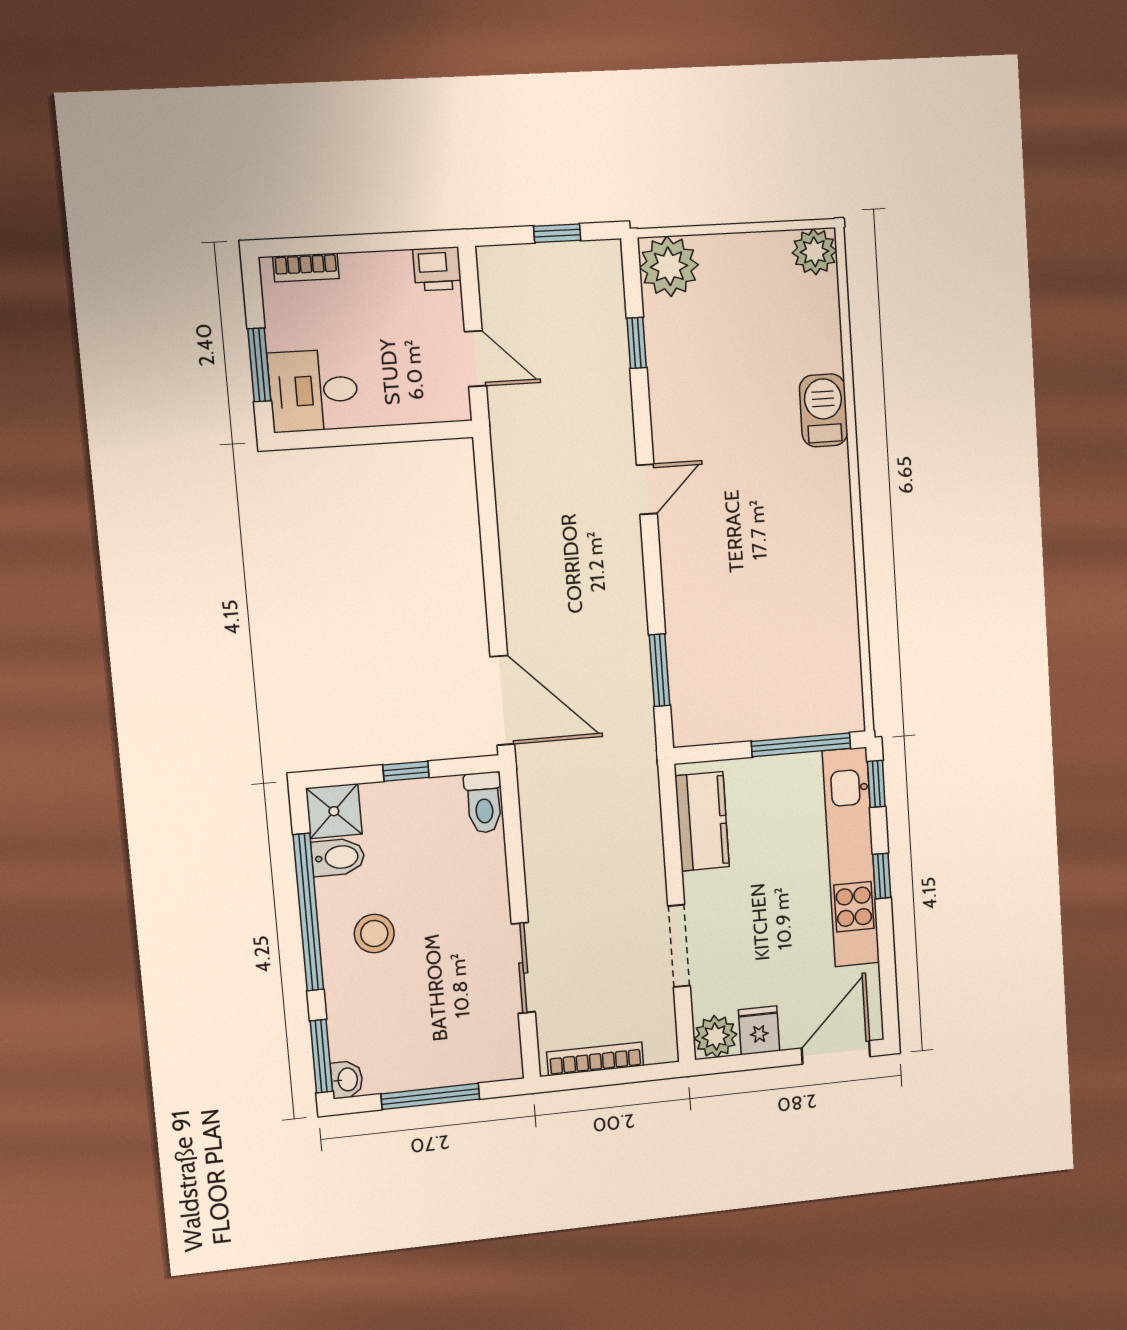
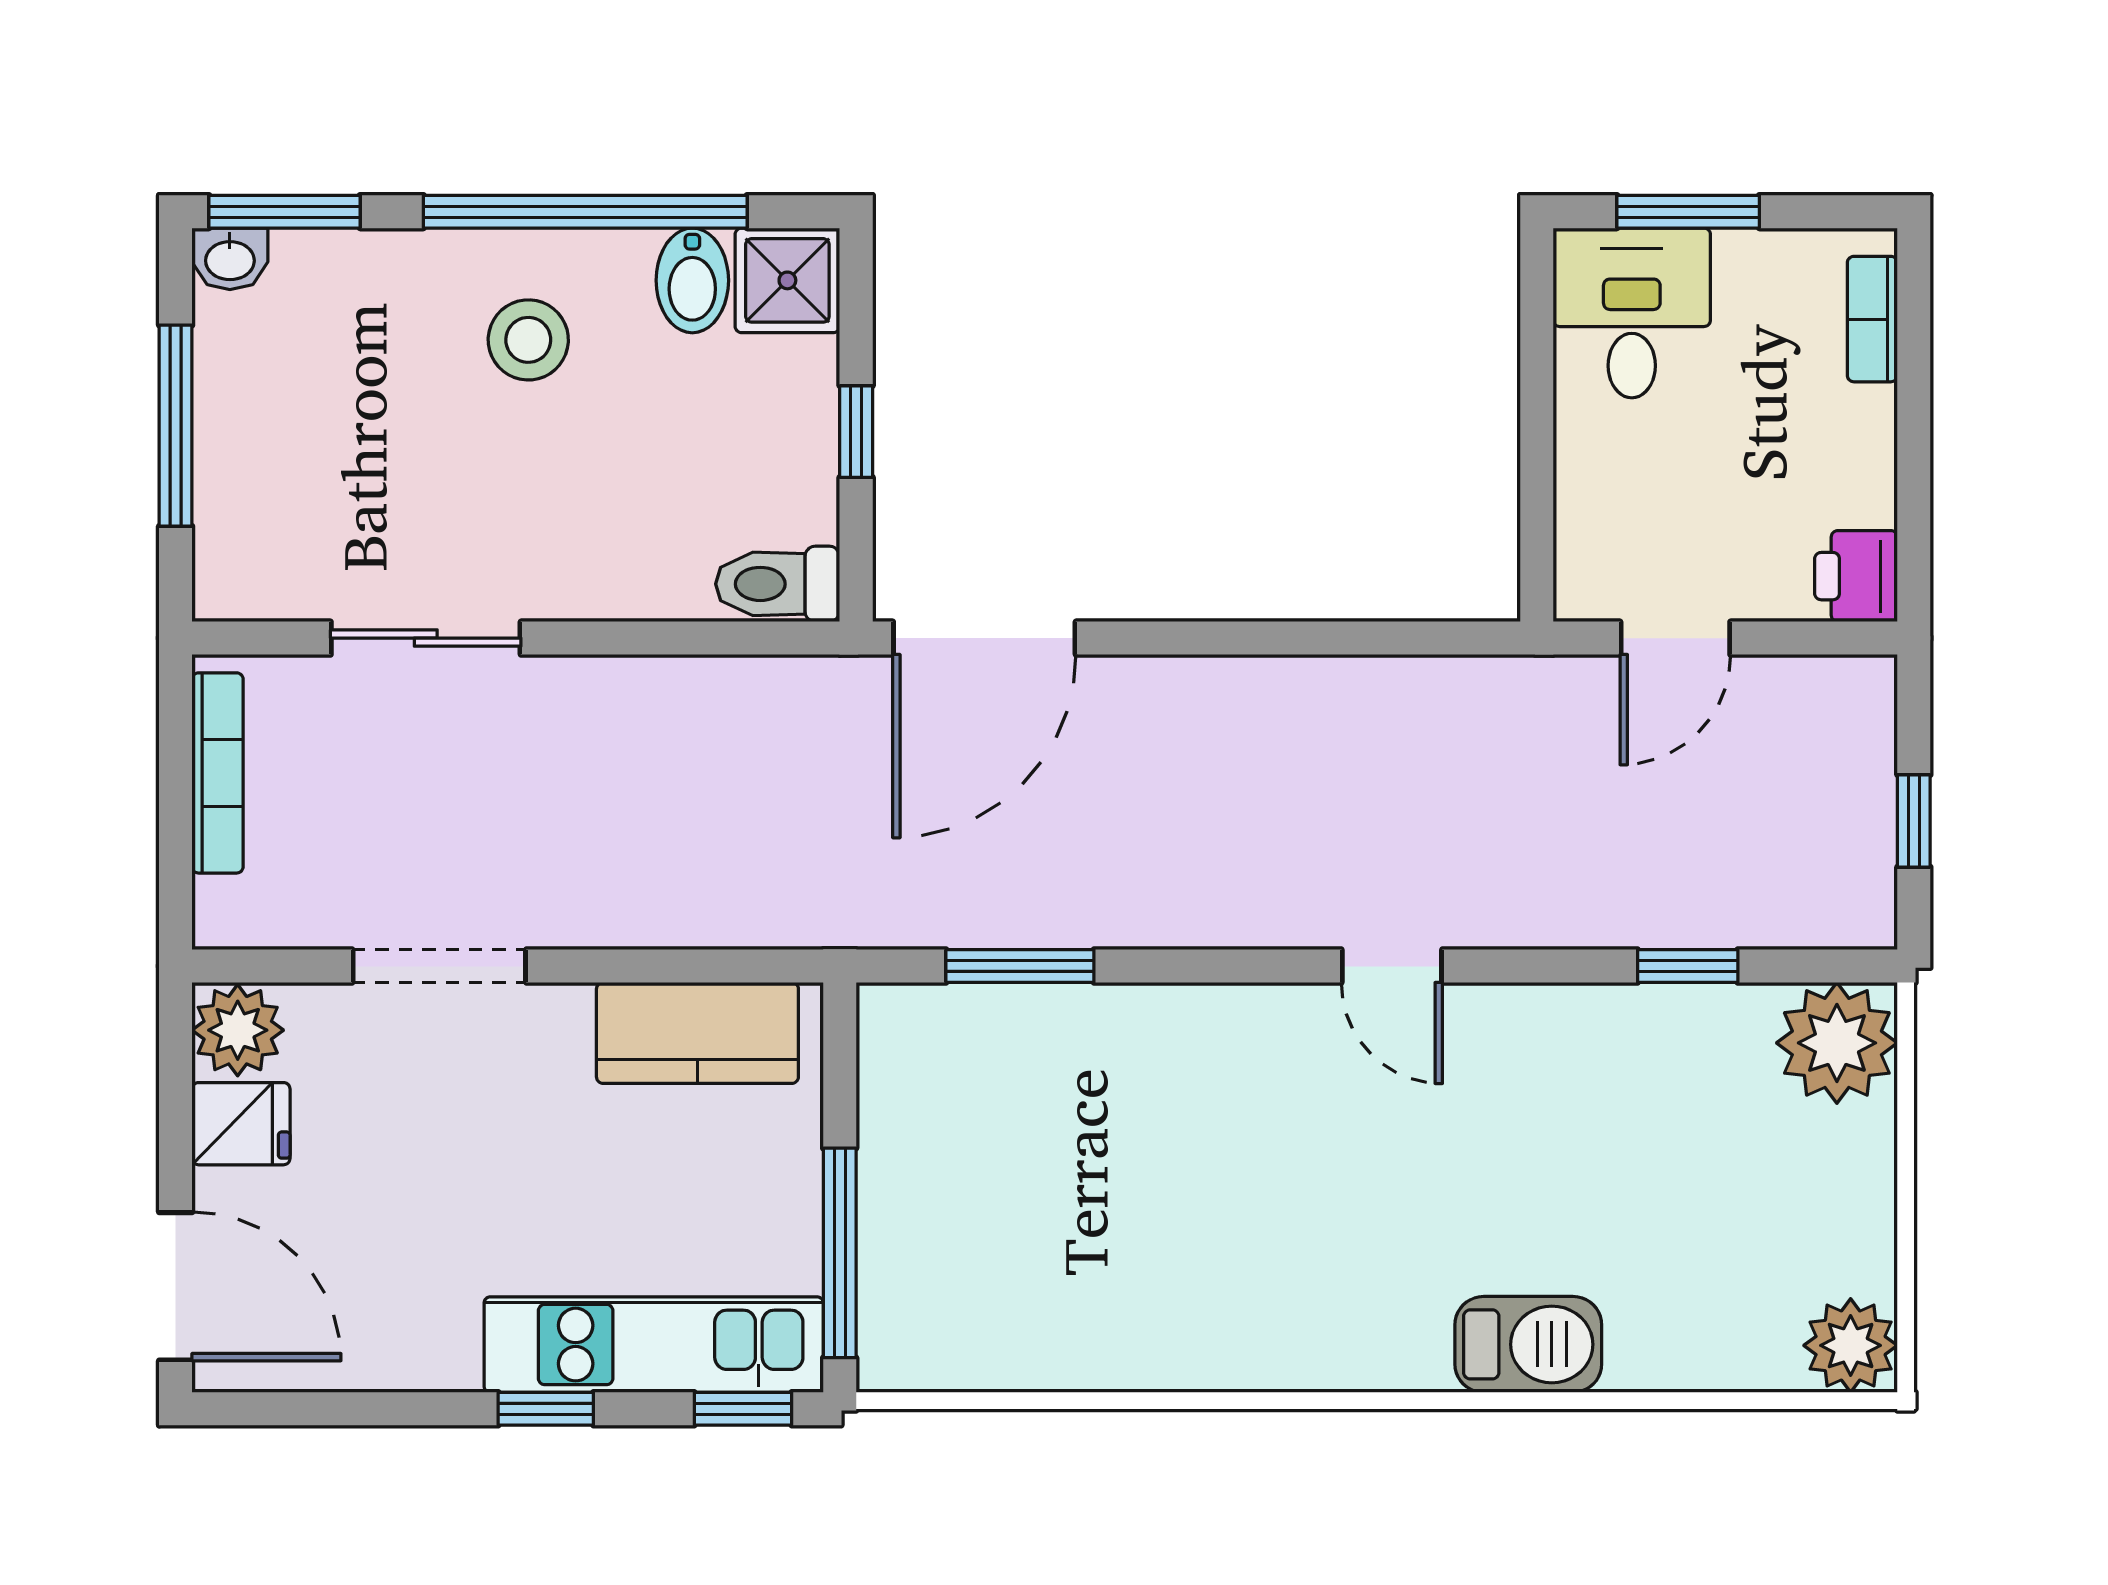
kitchen unit: (851, 857) -> (654, 1345), width x0.73

